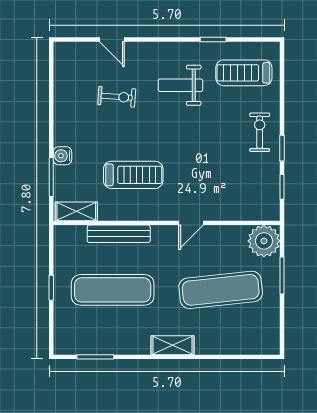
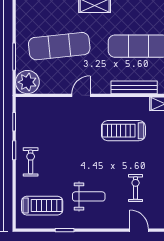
exercise bike: (117, 97) -> (136, 188), turned 86
exercise bike: (260, 132) -> (31, 162), turned 180

